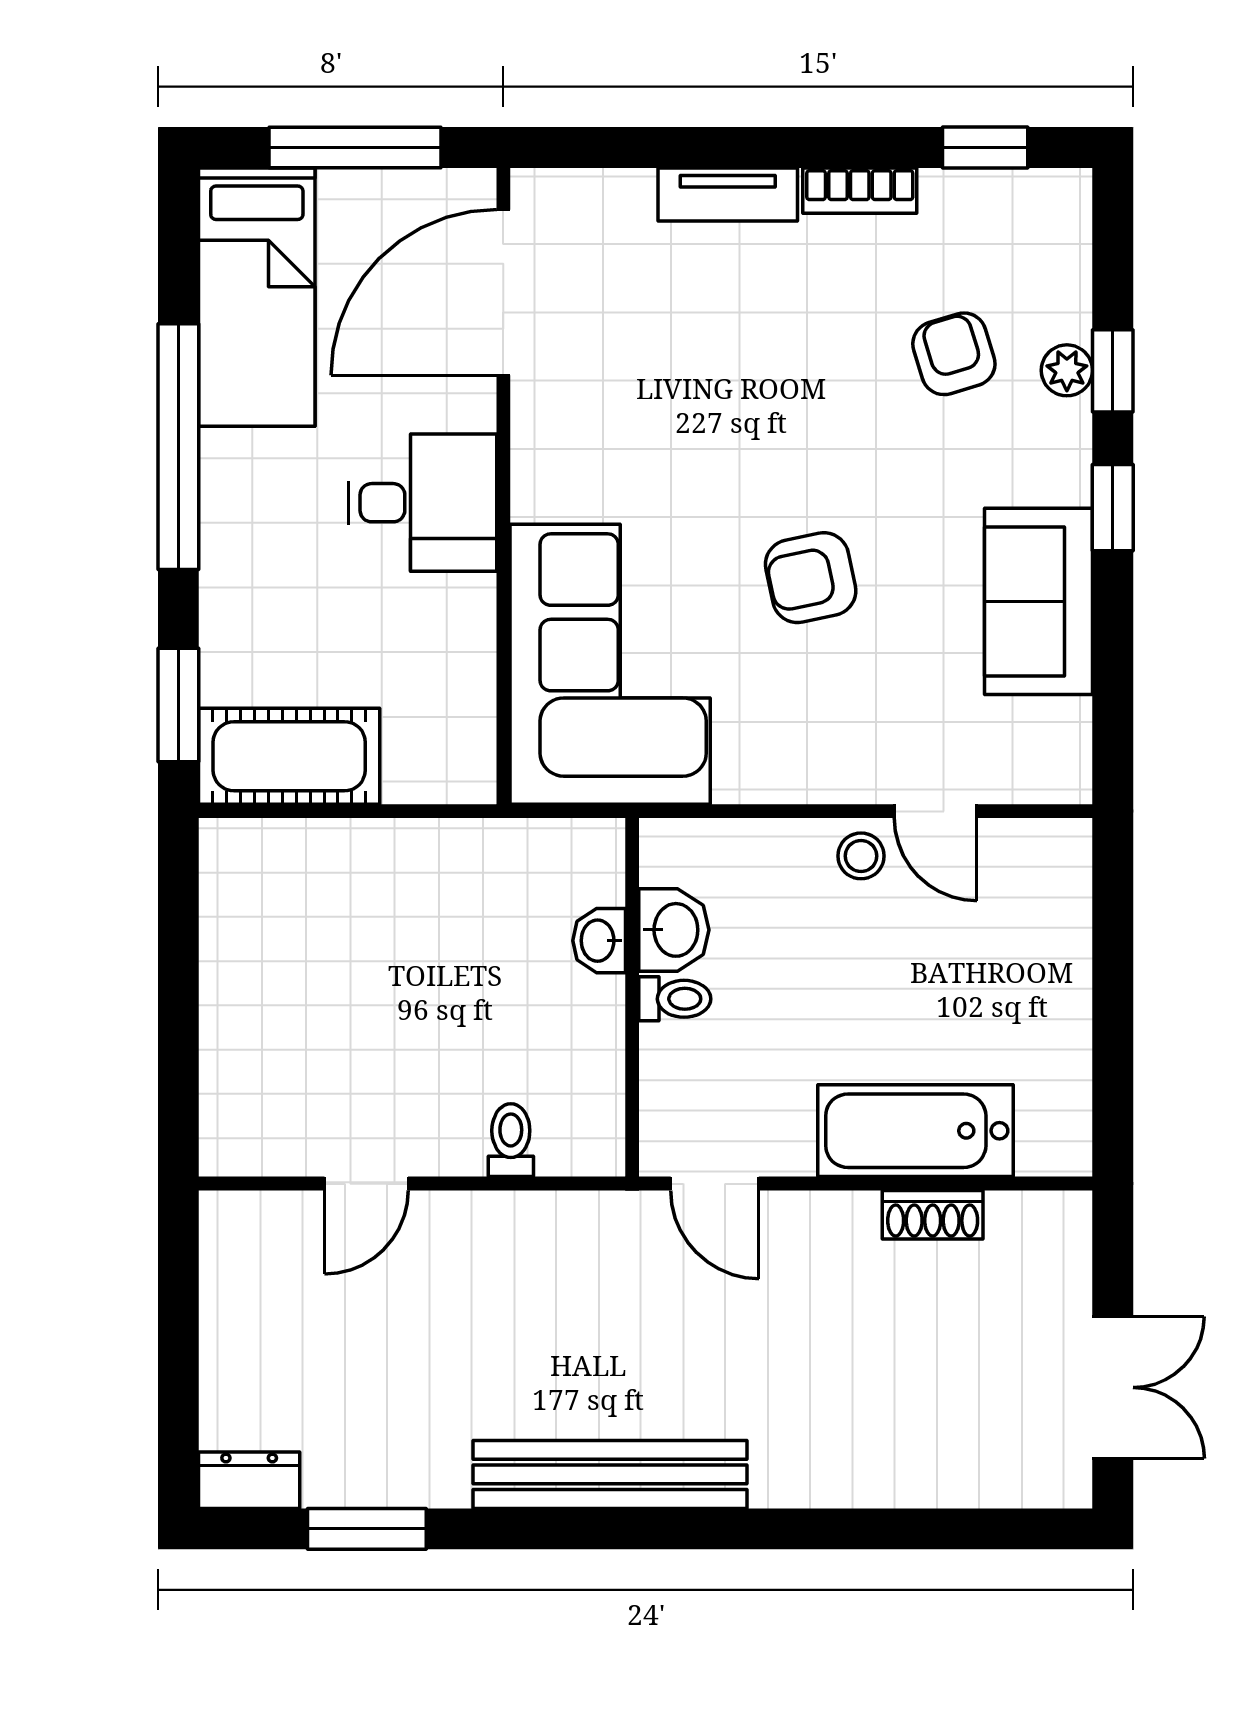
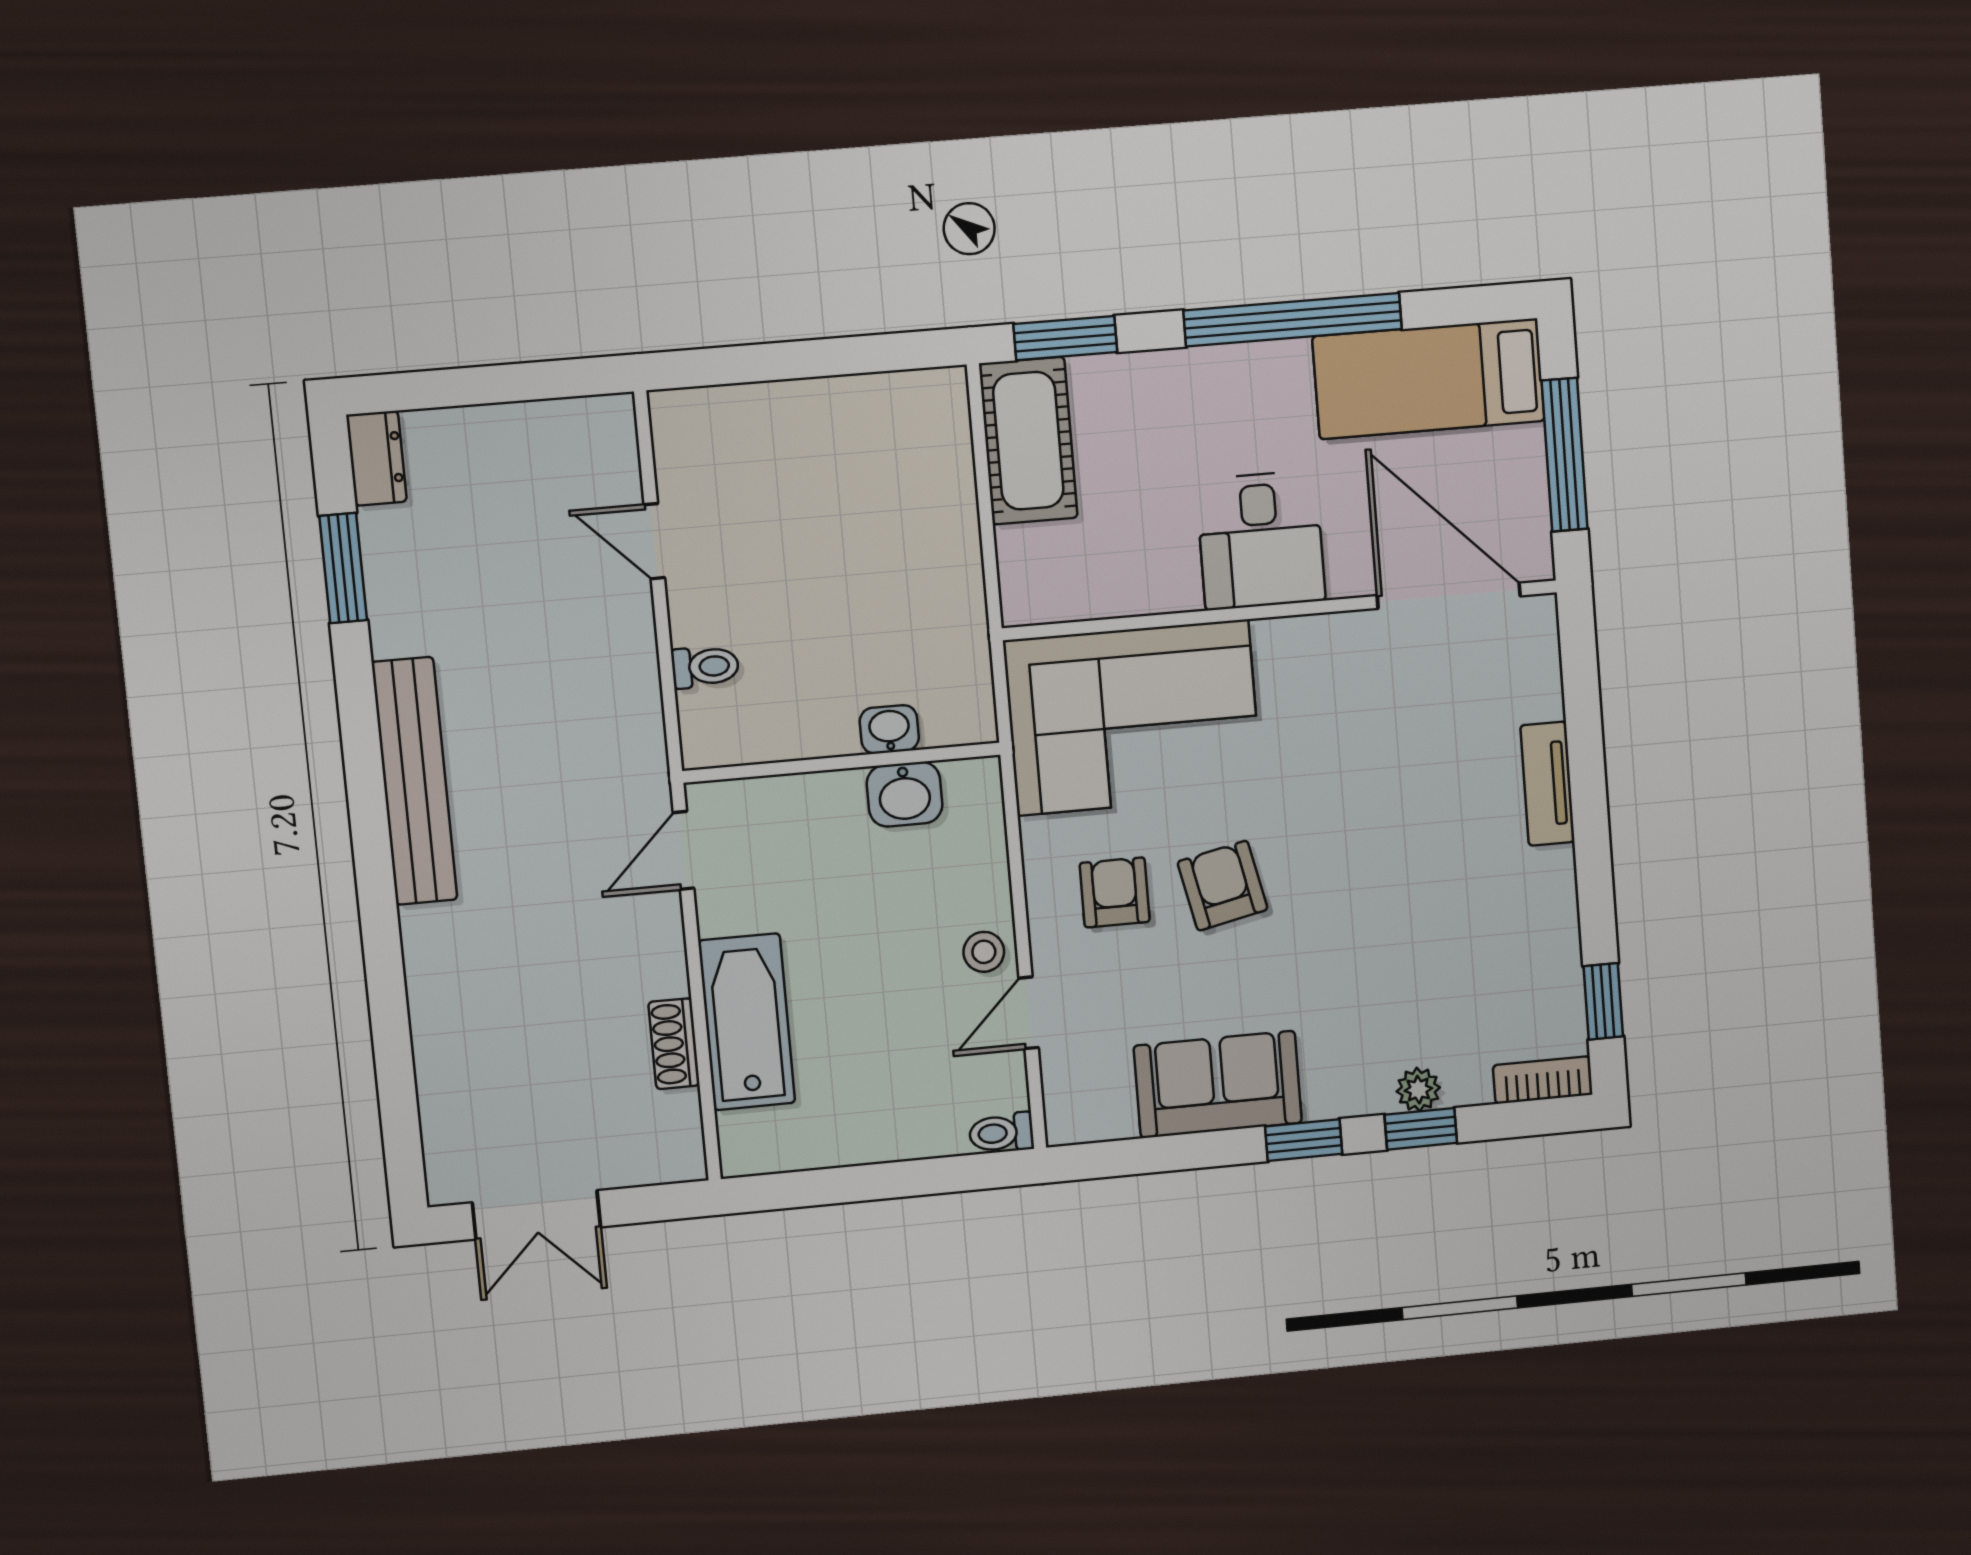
bookcase: (860, 191) -> (1543, 1080), moved, turned 90
armchair: (954, 354) -> (1115, 892), moved, turned -73
toilet: (675, 999) -> (1001, 1133), moved, turned 90

